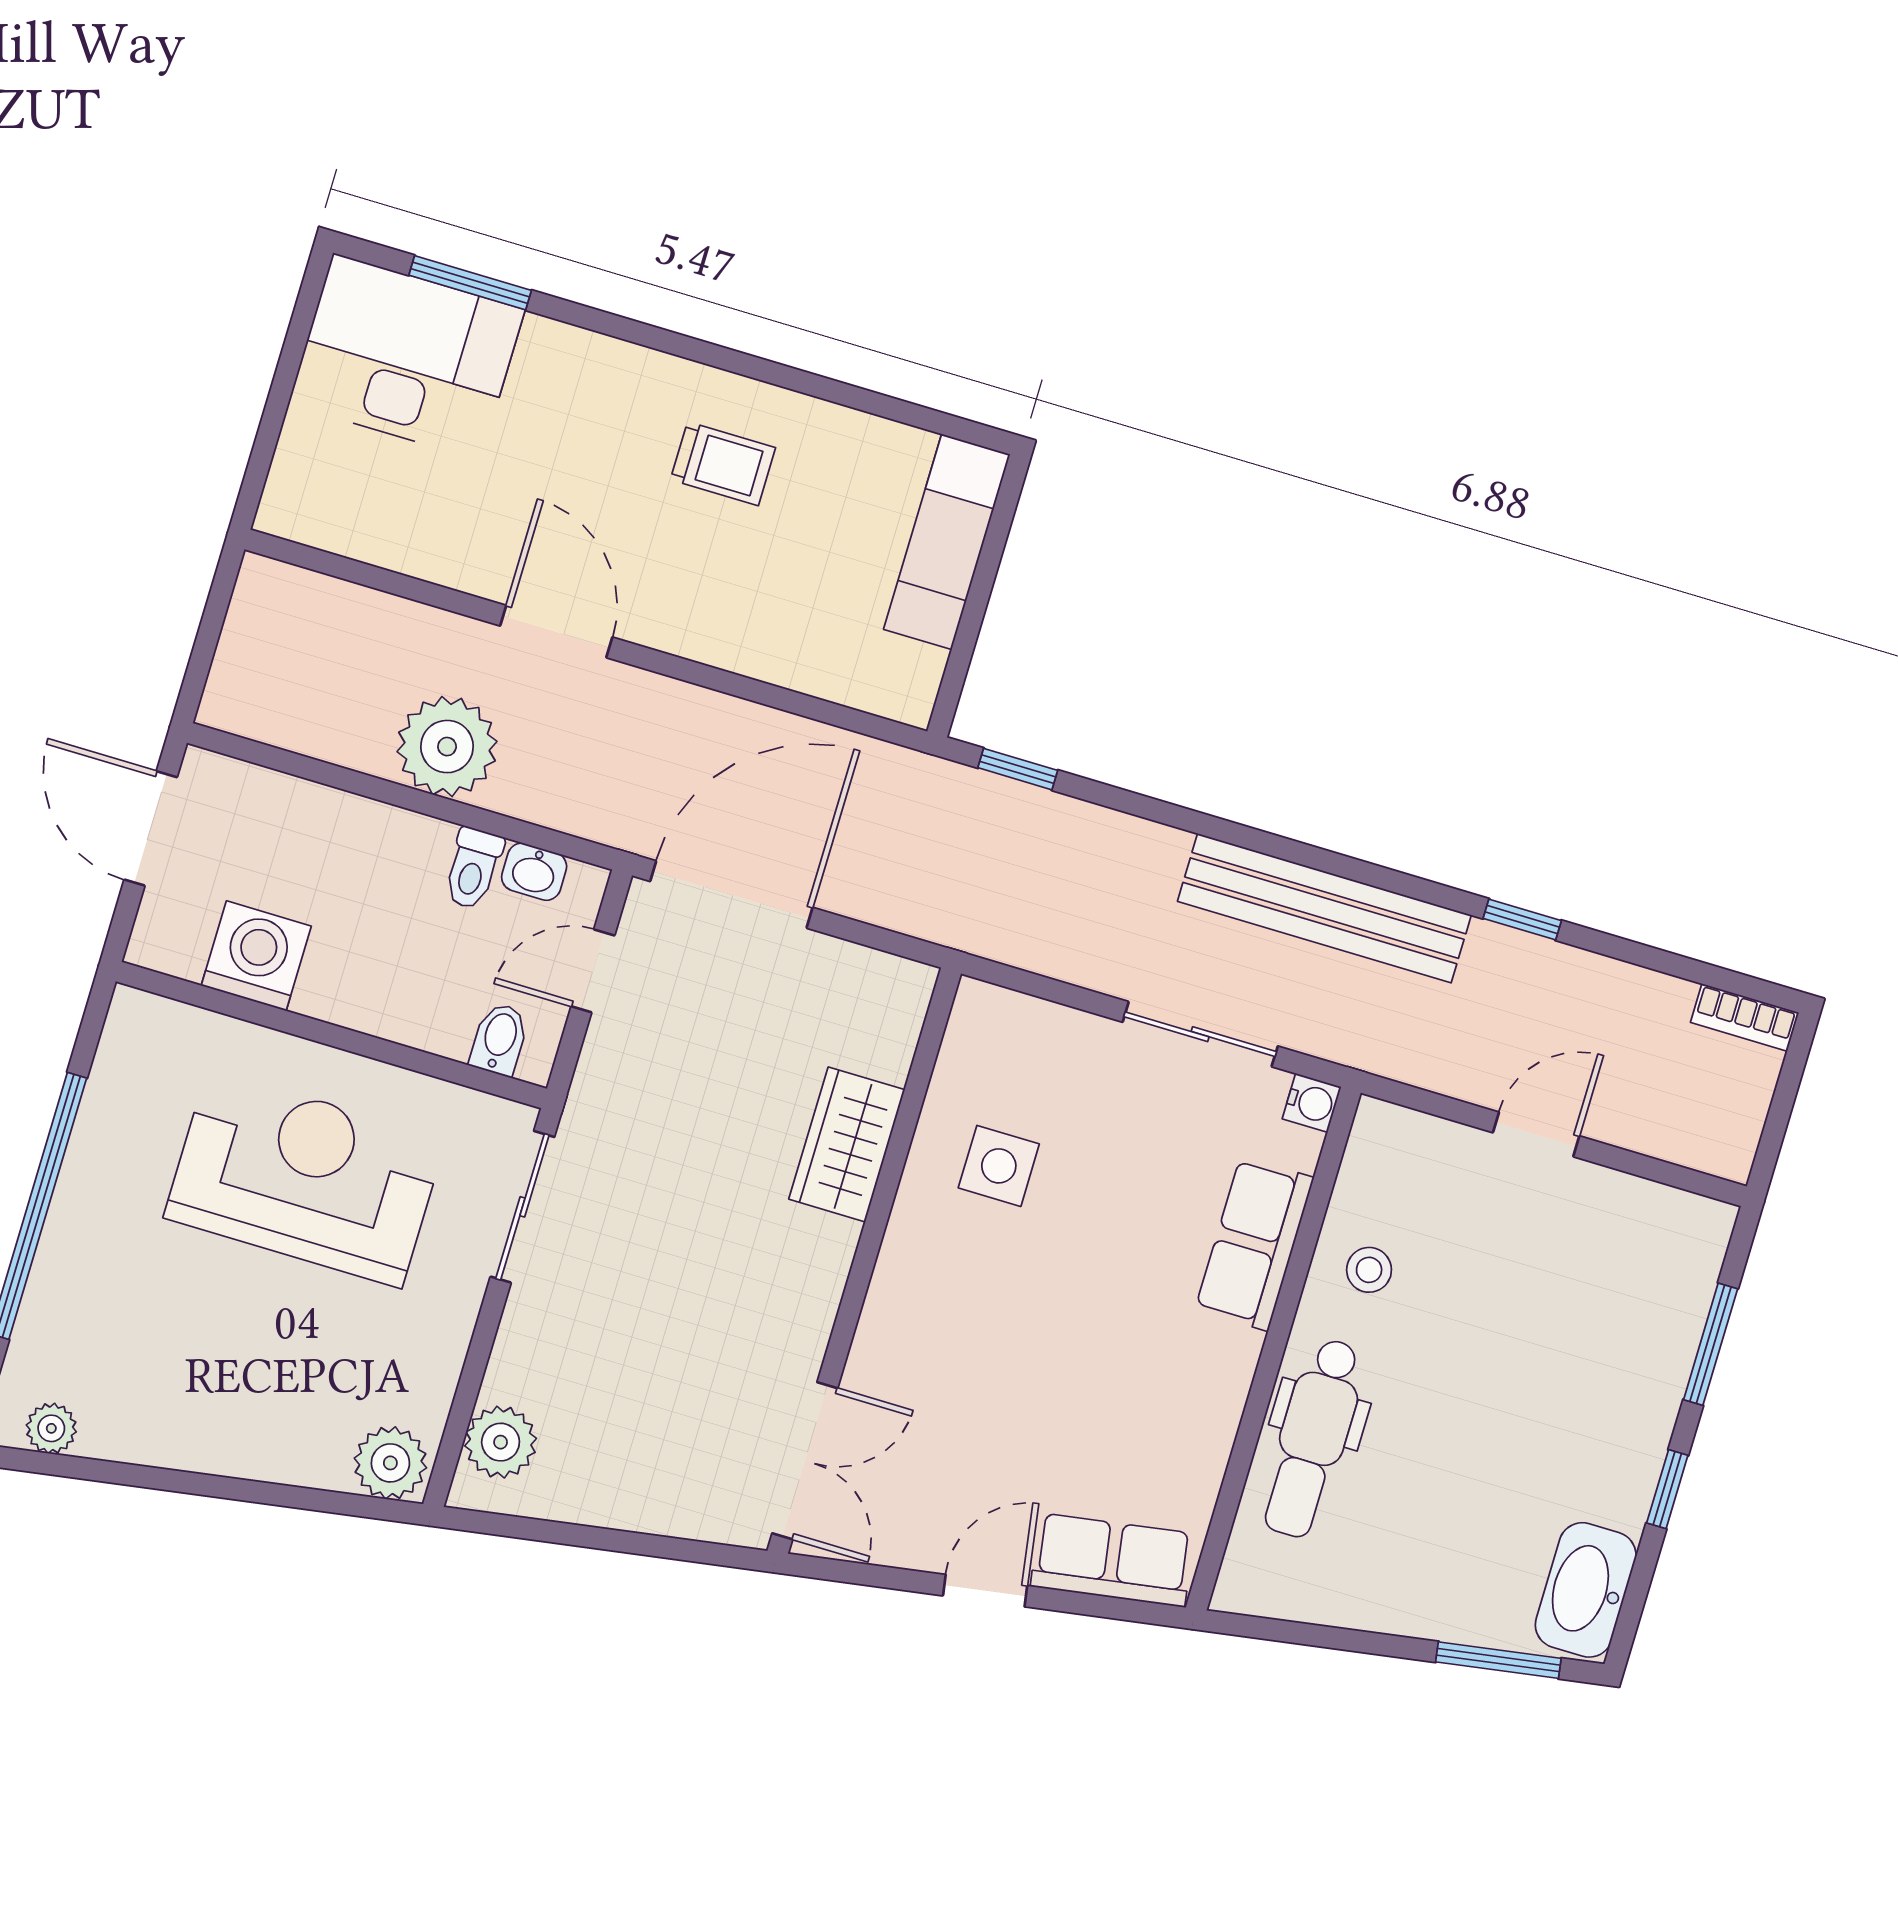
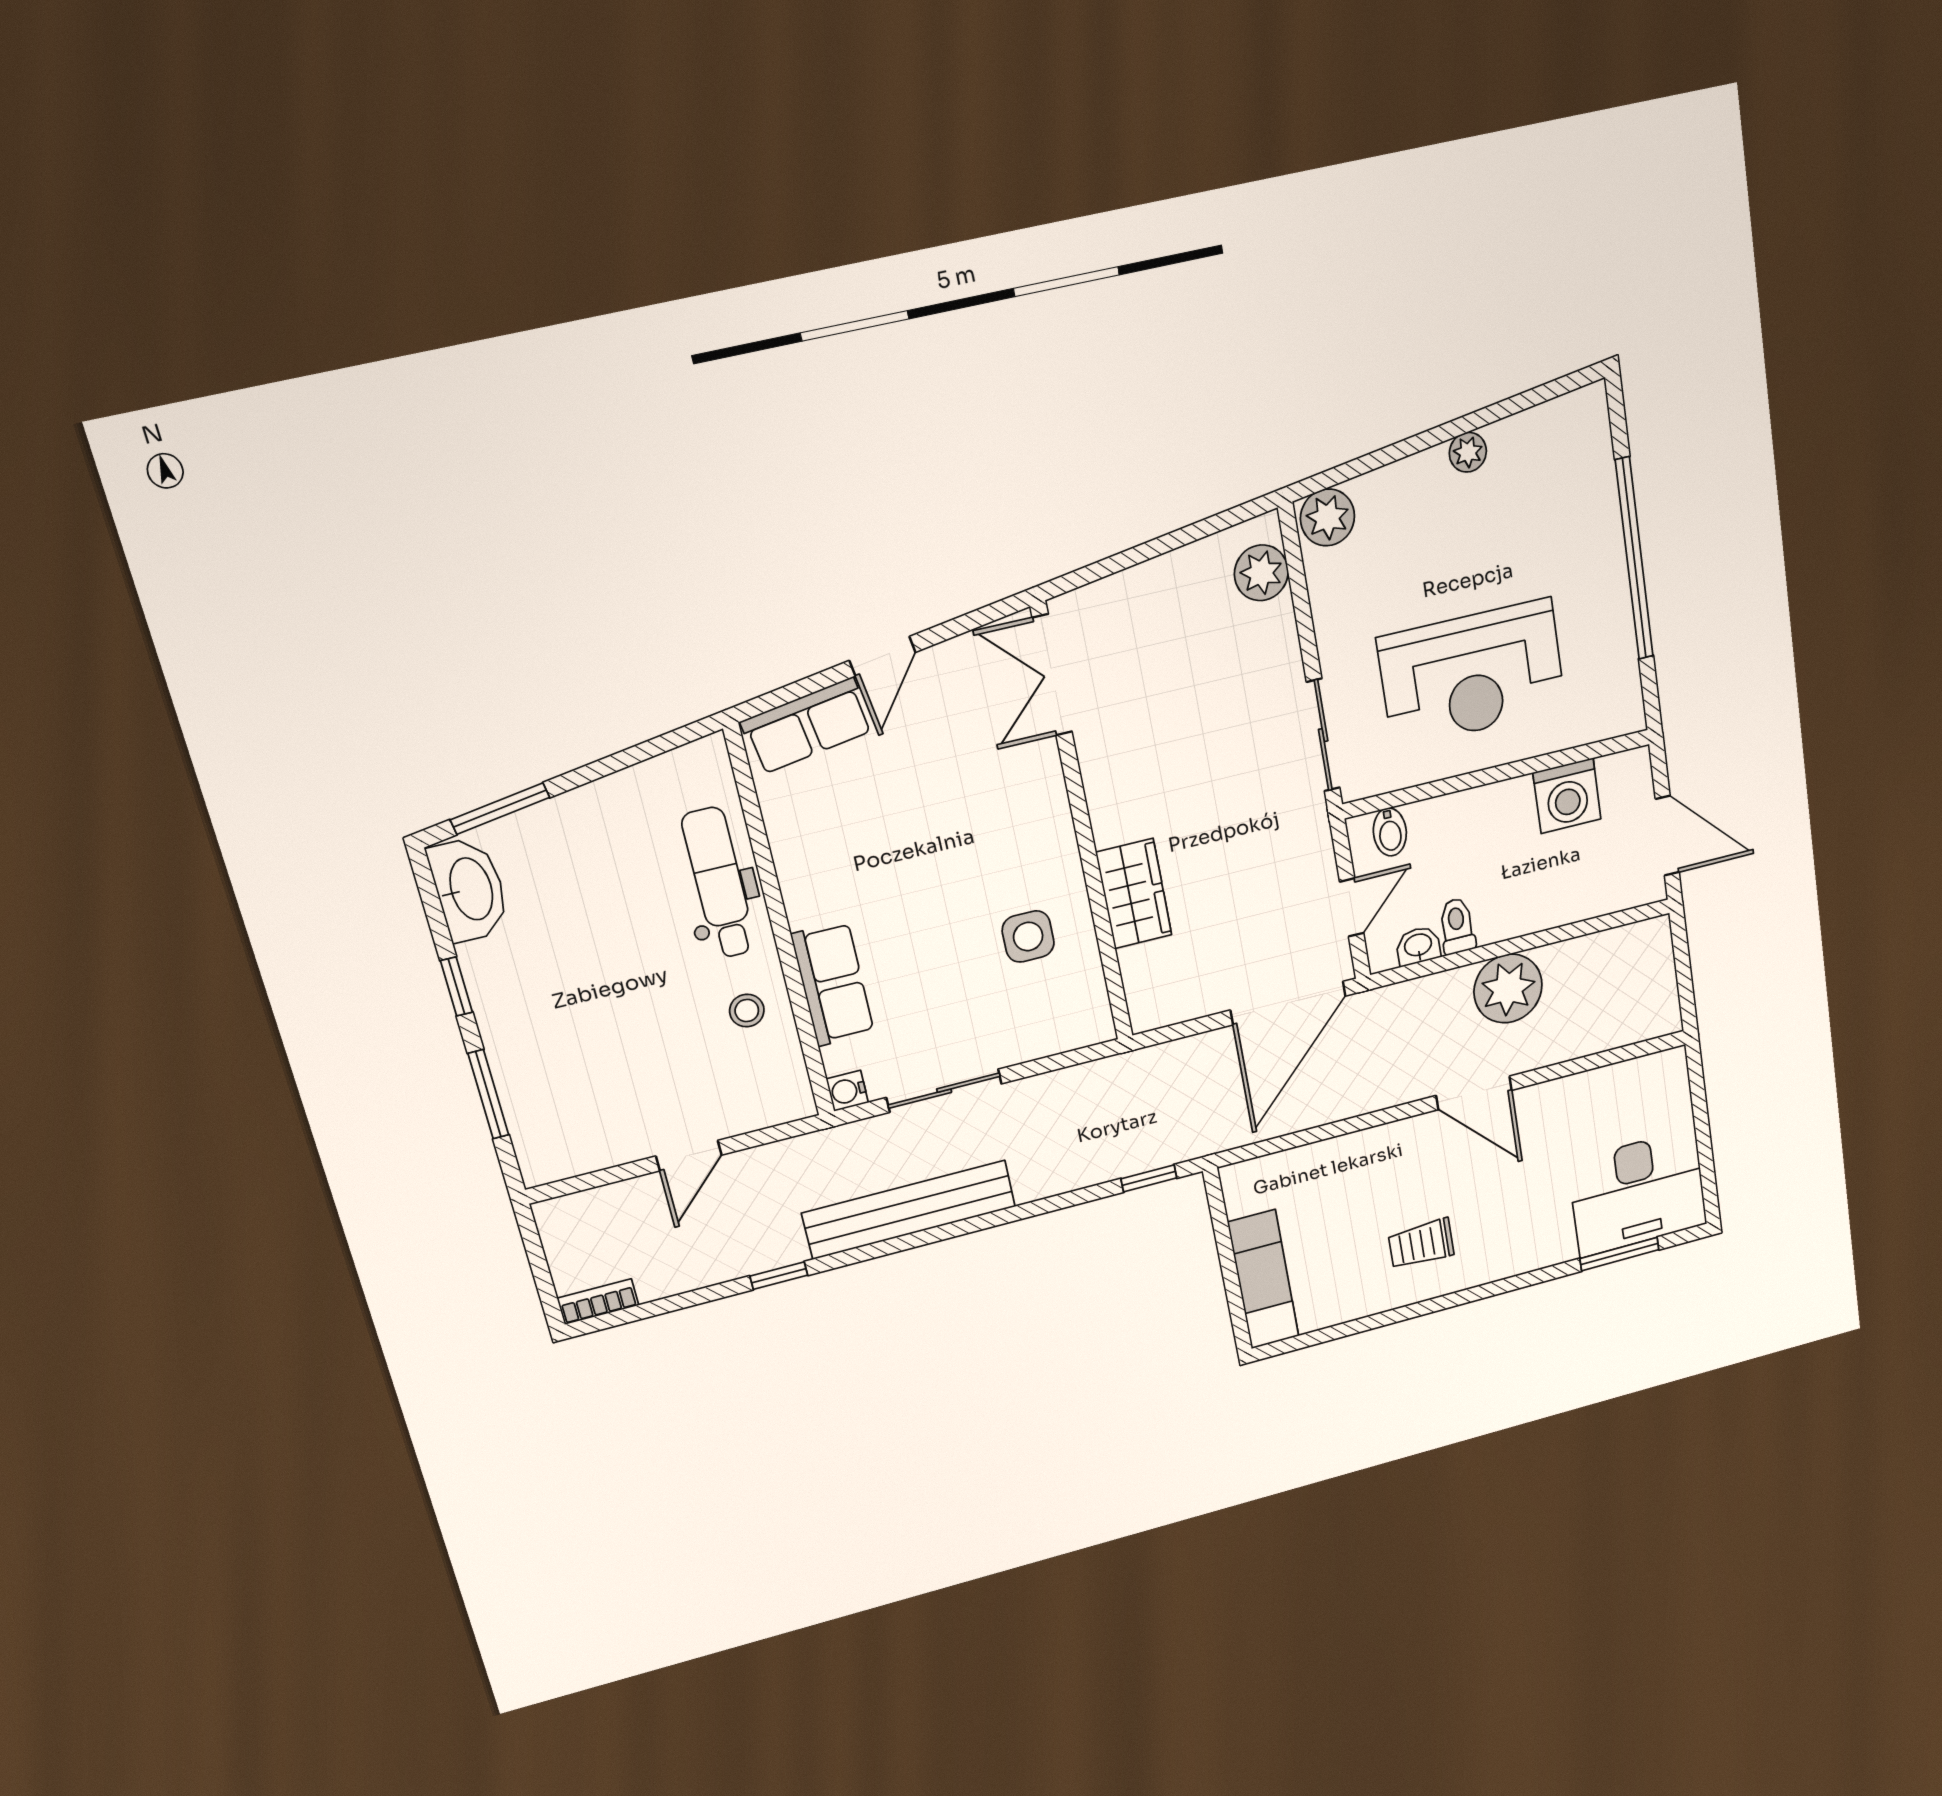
plant: (51, 1428) -> (1468, 452), moved

